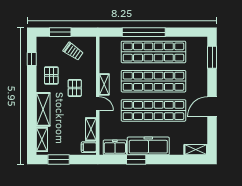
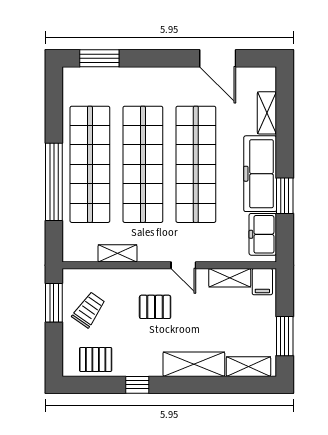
window: (60, 32) -> (54, 303), moved
window: (32, 59) -> (137, 385), moved
pallet: (51, 75) -> (96, 359), moved
shelving: (104, 84) -> (118, 253), moved
door: (98, 104) -> (183, 265), swing flipped
door: (212, 107) -> (218, 58), moved
shelving: (196, 150) -> (267, 113), moved

